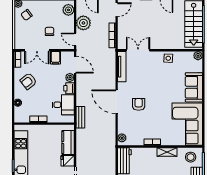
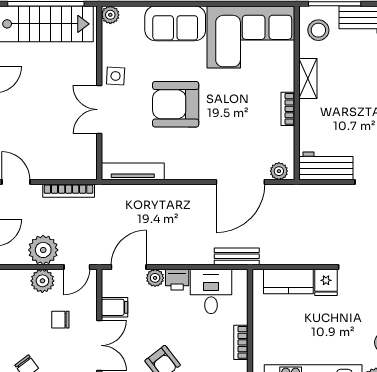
plant: (68, 10) -> (42, 281), moved
double door: (138, 50) -> (99, 110), moved
door: (117, 102) -> (240, 182), moved
armchair: (139, 104) -> (176, 104), moved, width x1.88, depth x1.88

